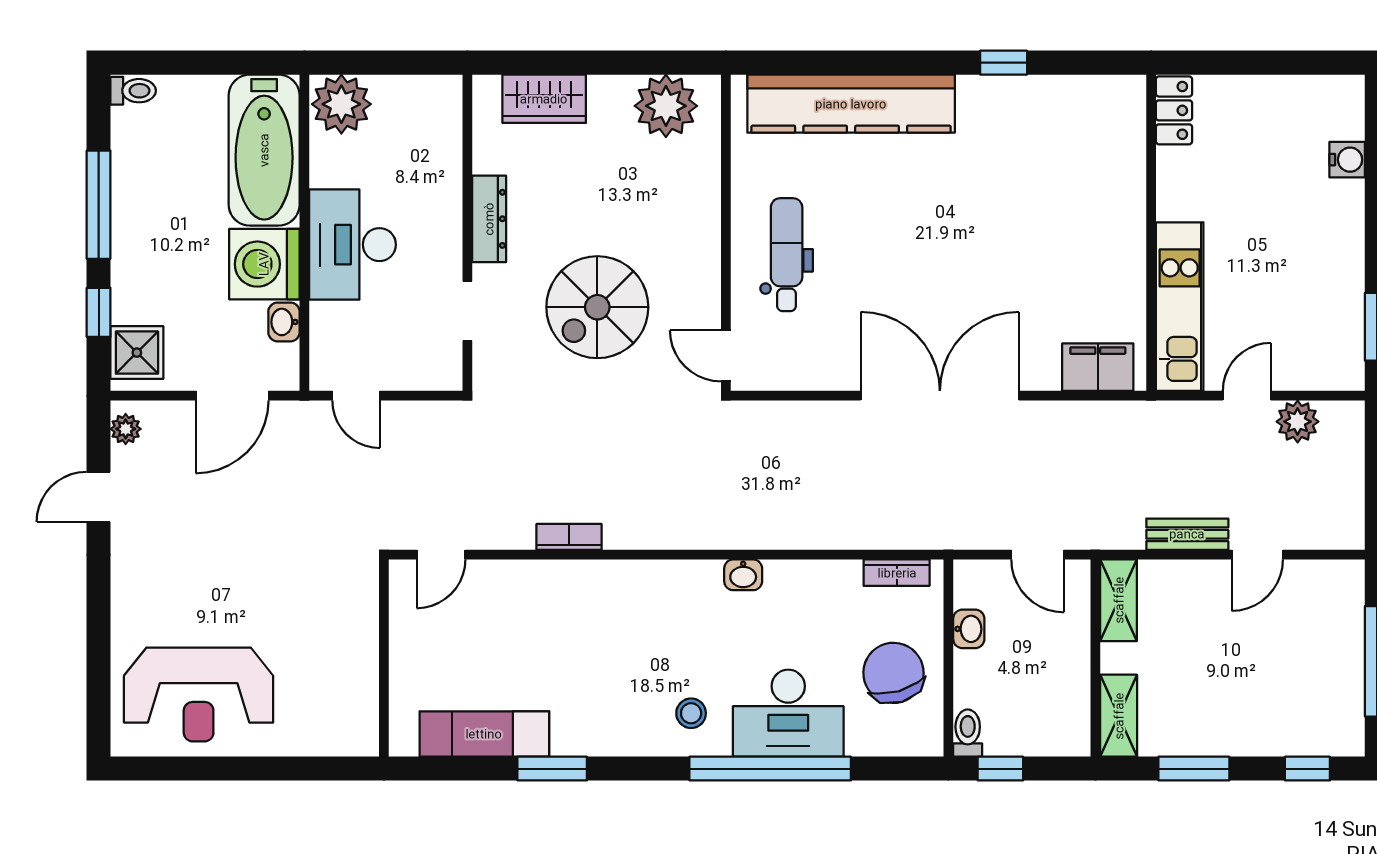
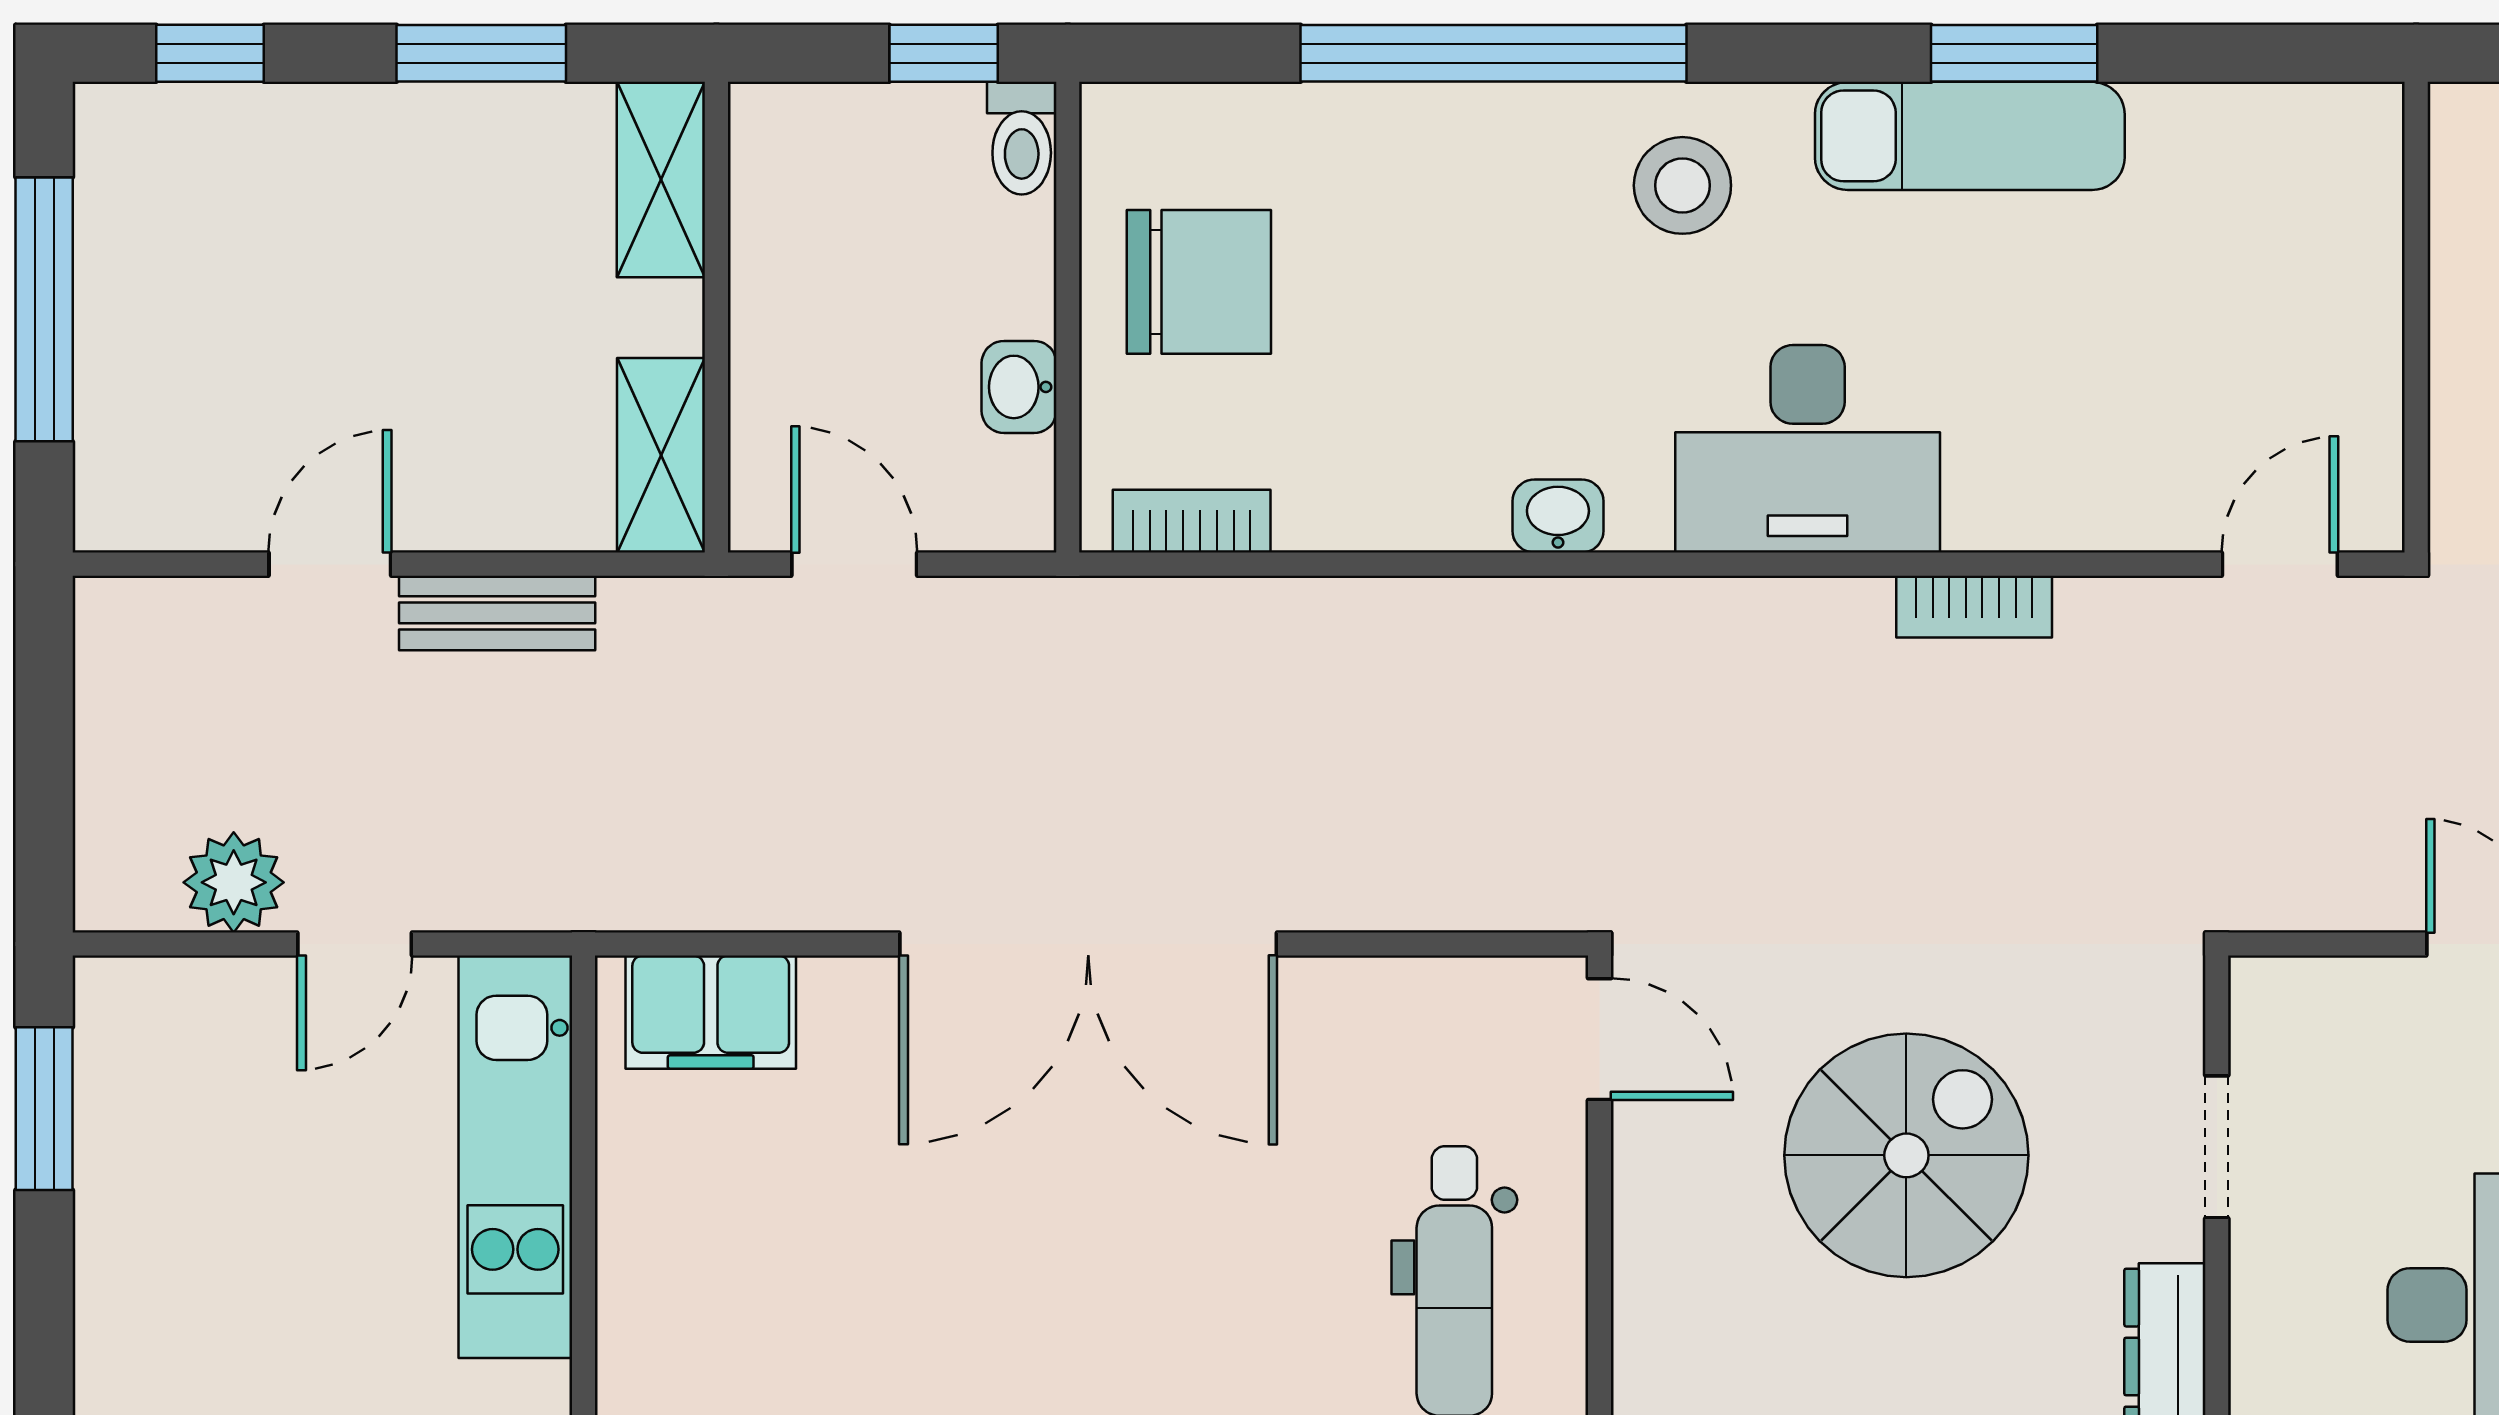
chair: (893, 673) -> (1199, 282), turned -74
stool: (691, 713) -> (1682, 185), width x1.37, depth x1.37
desk: (788, 713) -> (1808, 449), moved, turned 180
exam couch: (484, 734) -> (1970, 136), moved

